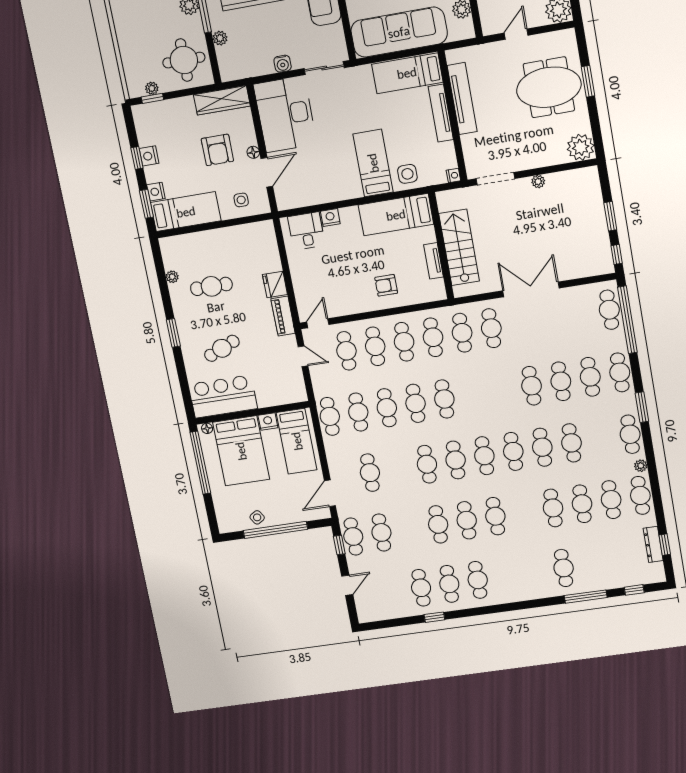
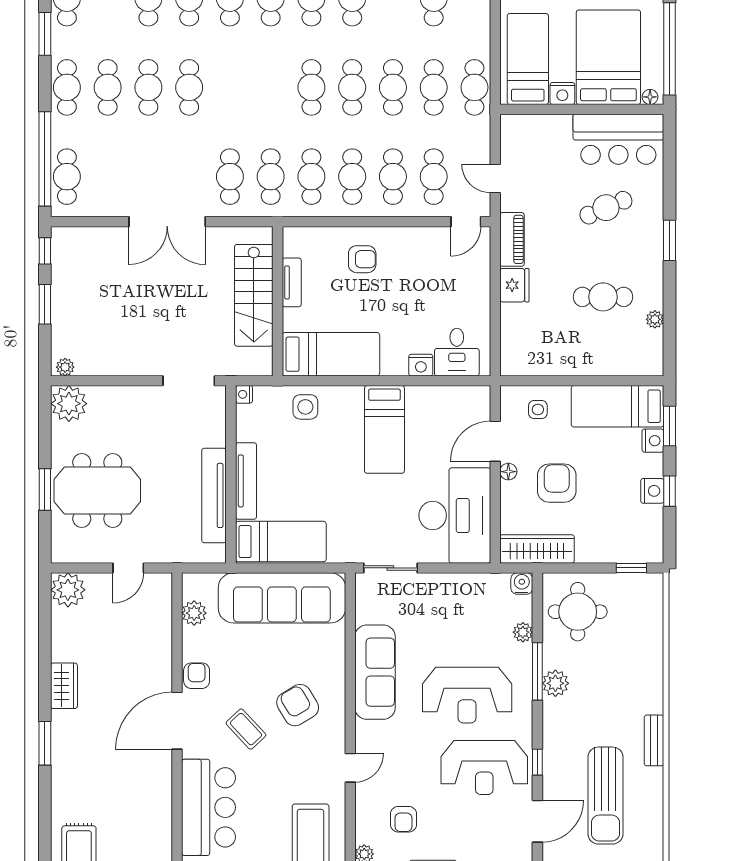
water cooler: (283, 64) -> (522, 583), moved
plant: (152, 88) -> (629, 582), removed
bed: (373, 163) -> (384, 429), moved
plant: (538, 182) -> (65, 367), moved

